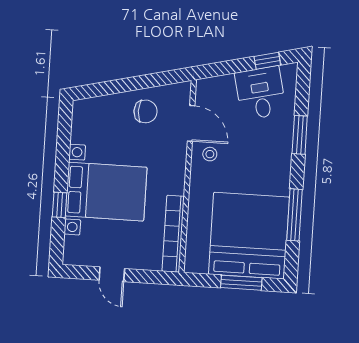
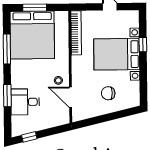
desk: (260, 93) -> (25, 102), moved, turned 103
chair: (146, 111) -> (108, 93), moved

